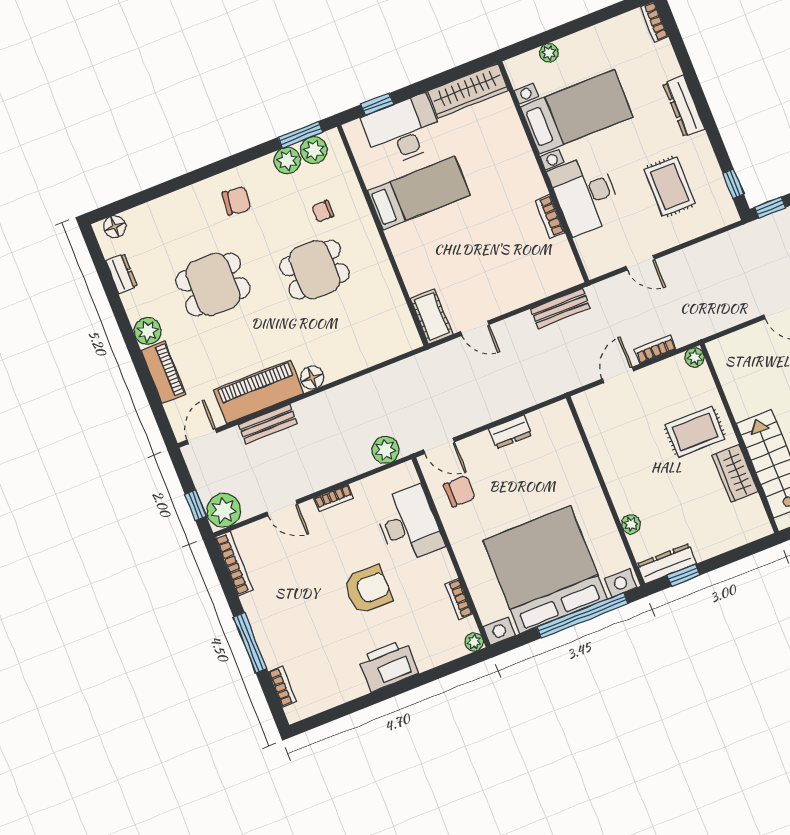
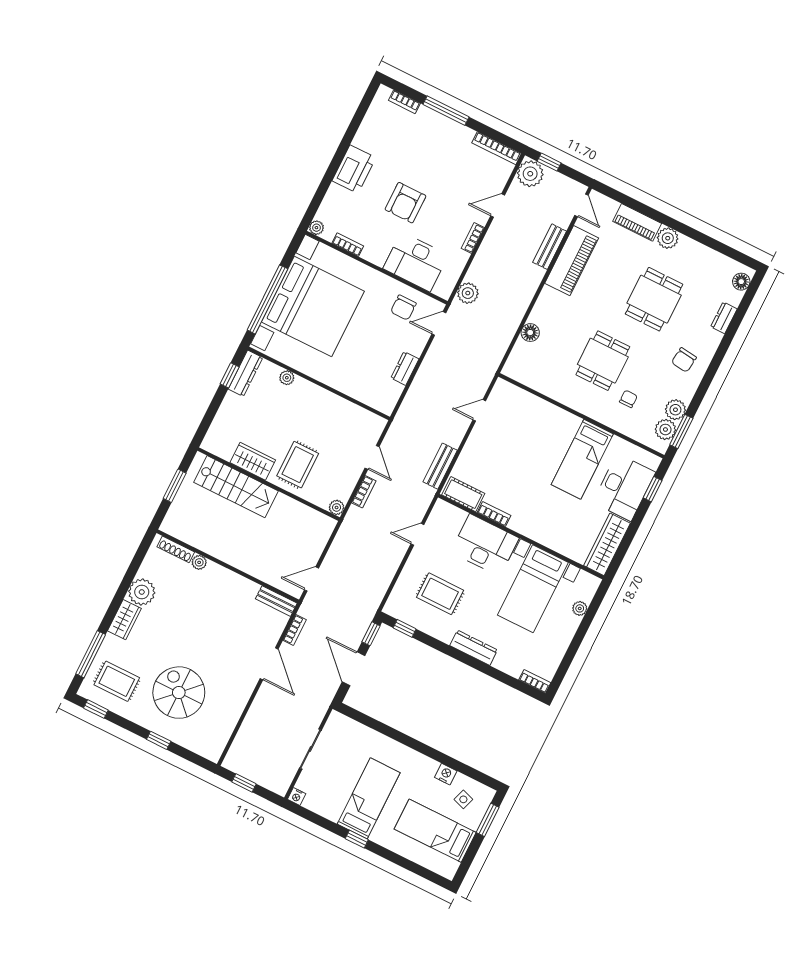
dresser: (121, 274) -> (724, 318), moved, turned 90
cot: (431, 316) -> (463, 494), moved
floor lamp: (312, 378) -> (530, 333), moved

